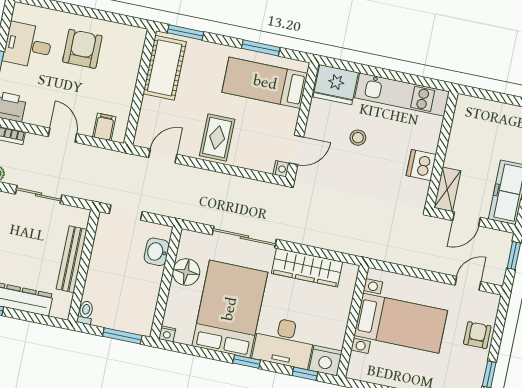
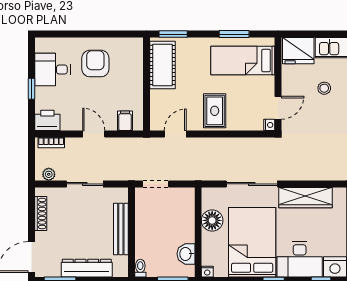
washbasin: (157, 252) -> (186, 254), moved

